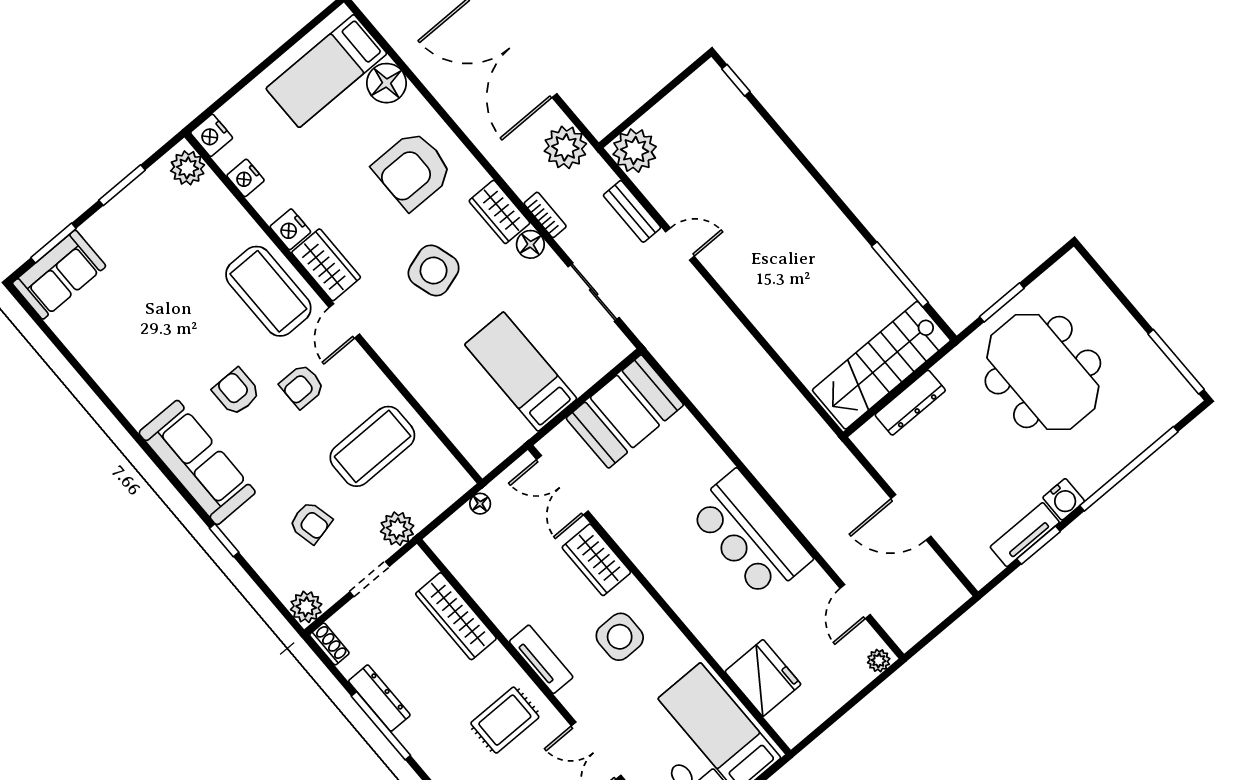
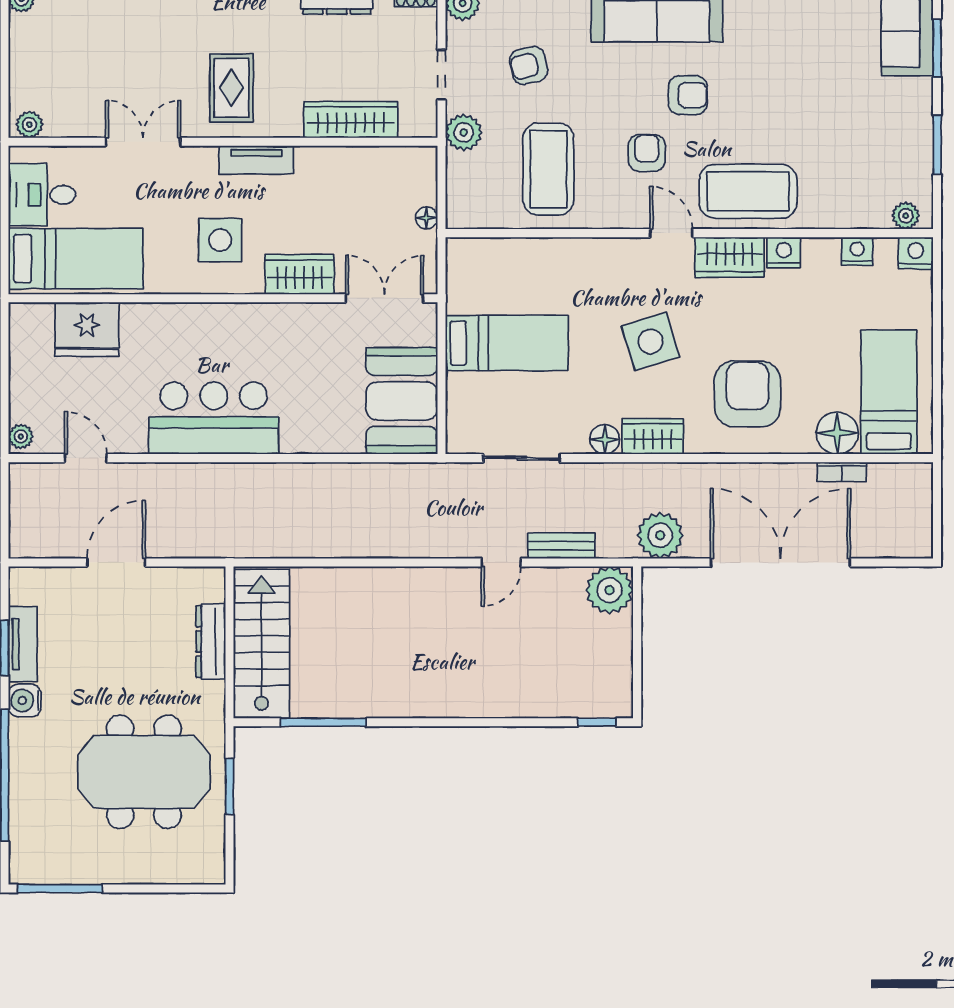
plant: (188, 168) -> (906, 216), width x0.73, depth x0.73
bookcase: (545, 215) -> (842, 472), moved

